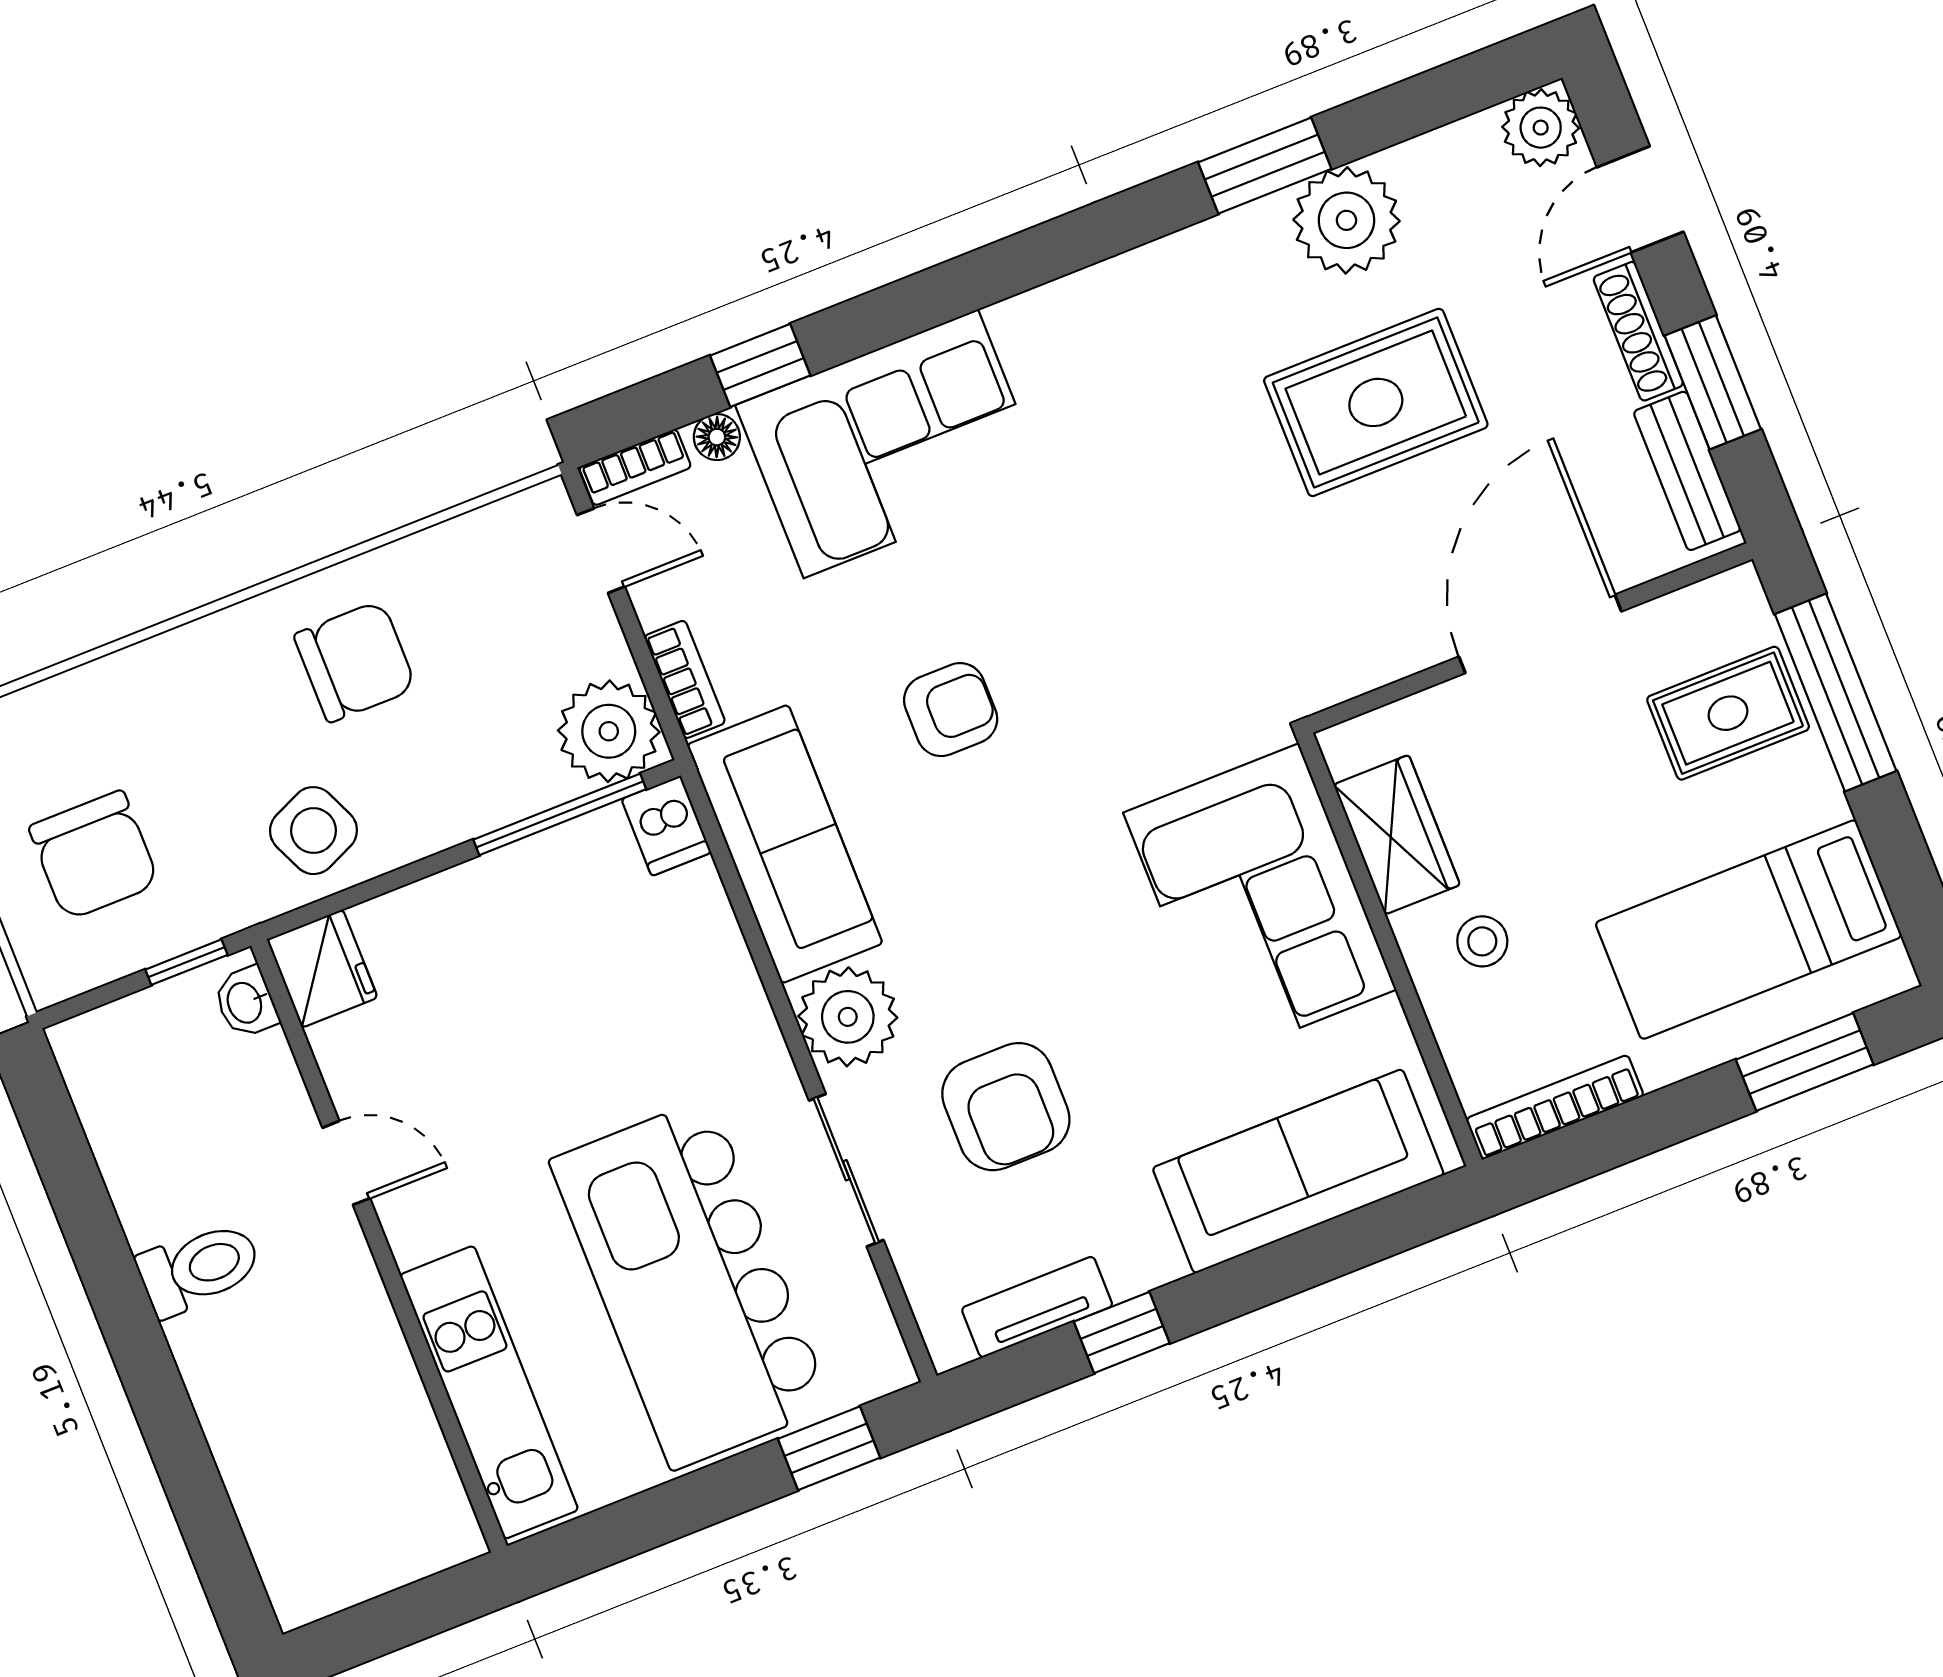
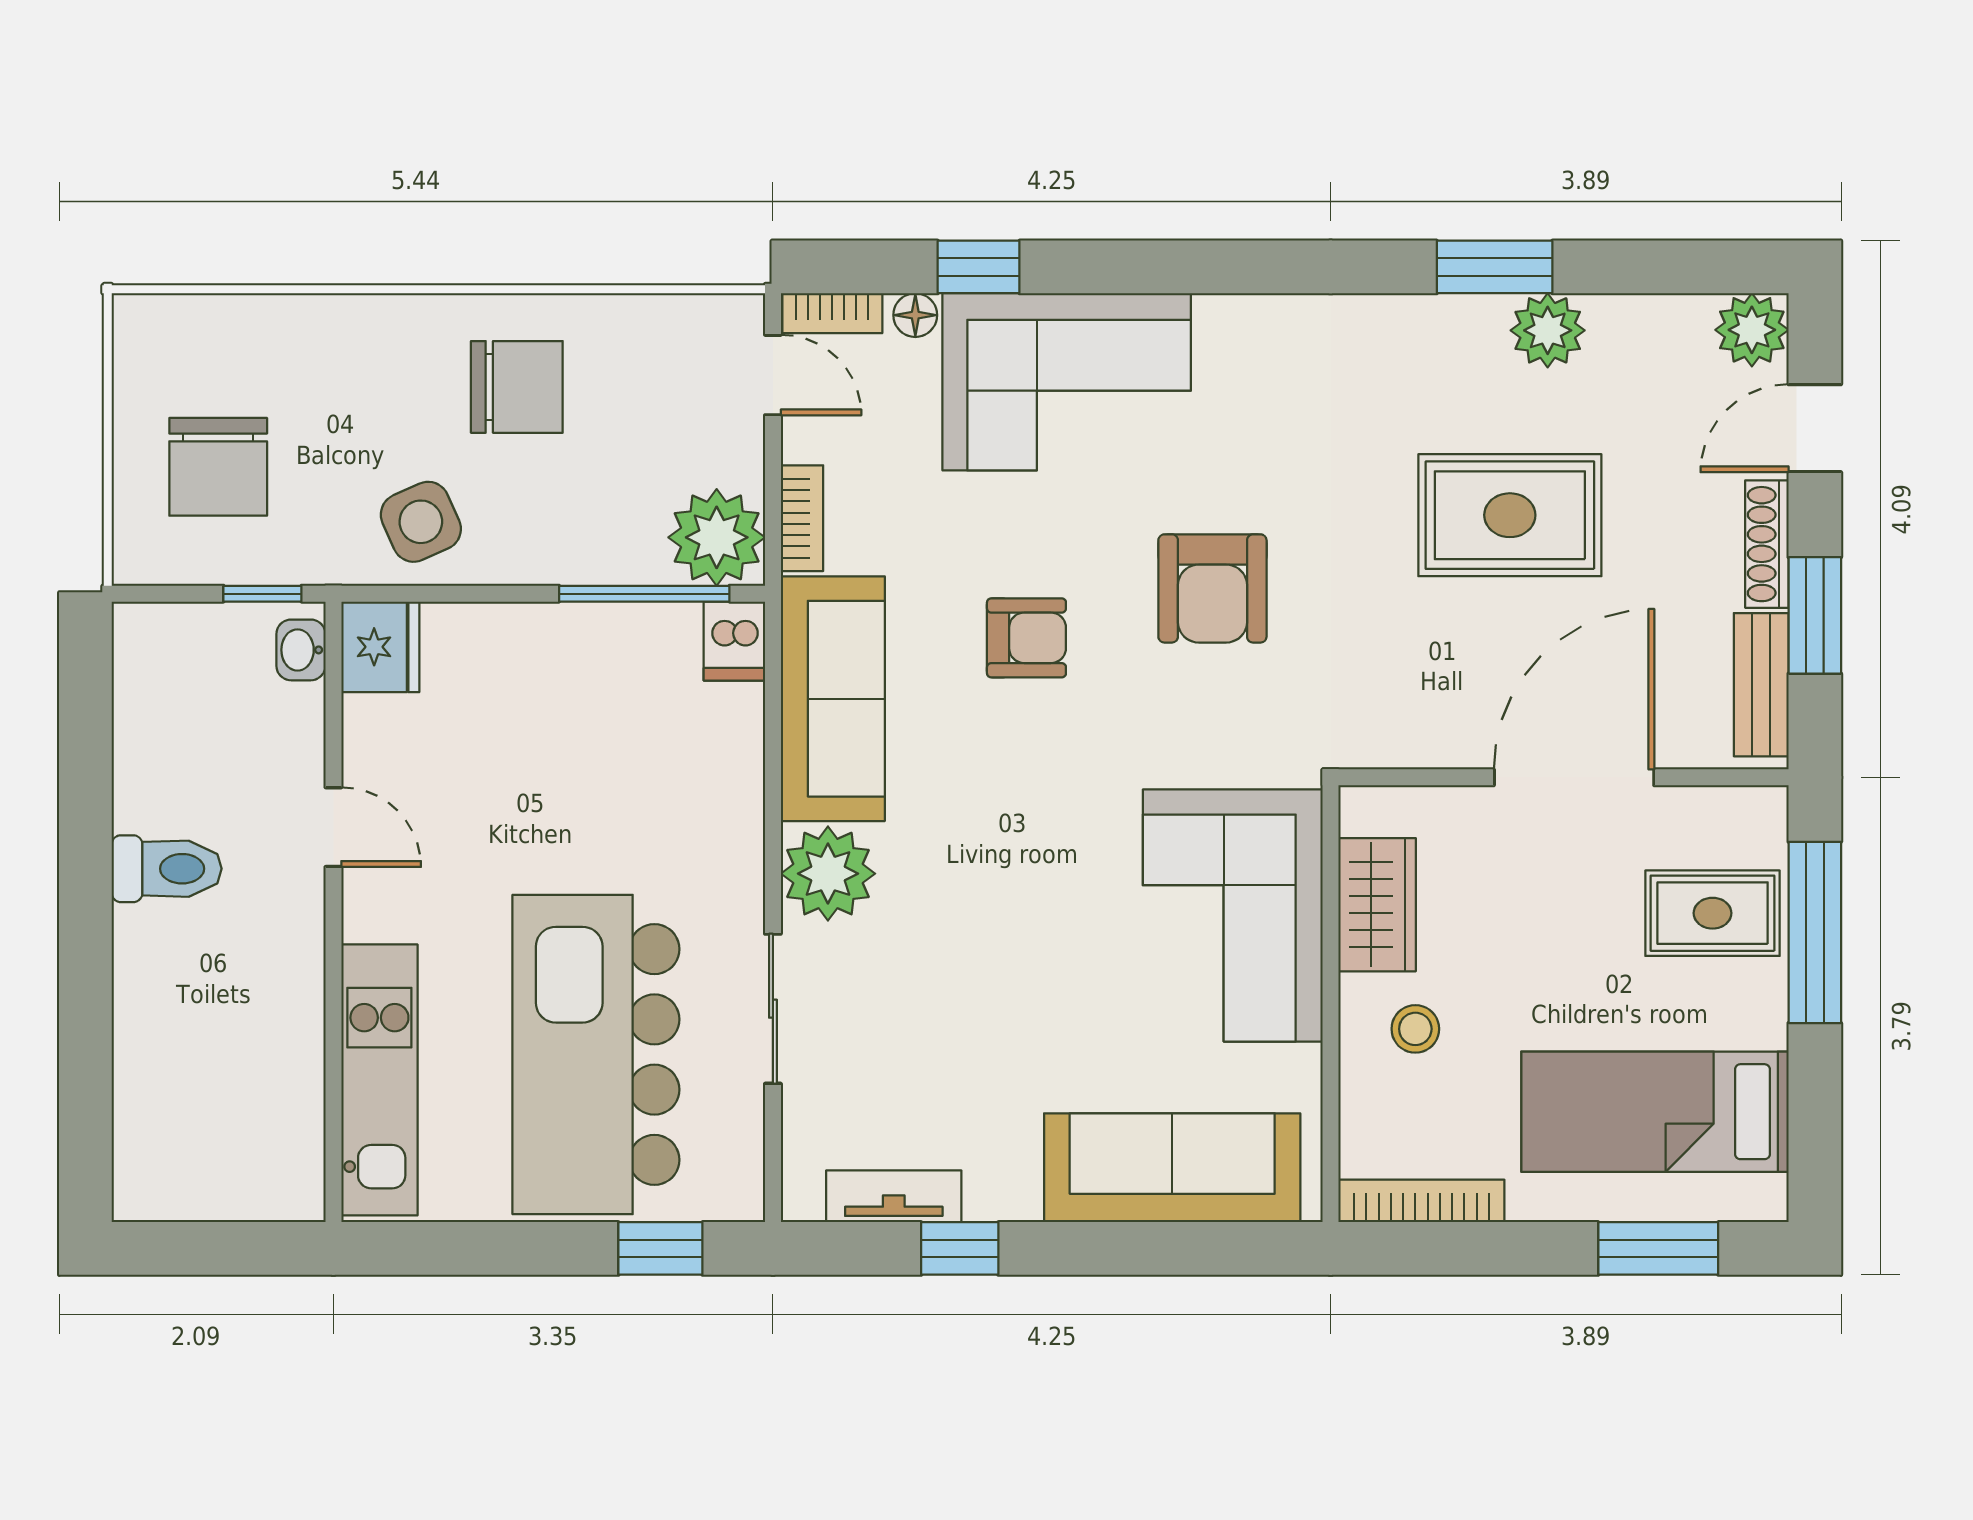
plant: (1346, 220) -> (1548, 330), width x0.73, depth x0.73
armchair: (1006, 1107) -> (1212, 588), moved

